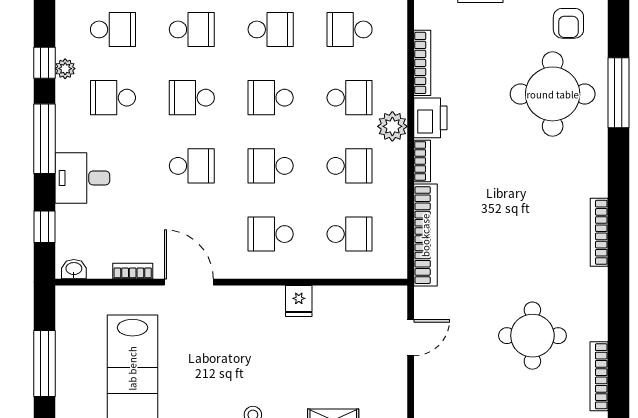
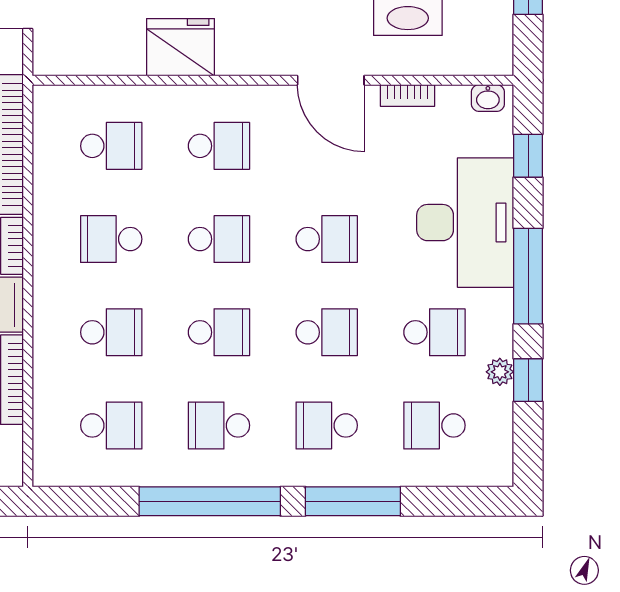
school desk: (350, 98) -> (111, 332), turned 180
plant: (392, 126) -> (53, 293), removed
school desk: (192, 166) -> (327, 239), turned 180
desk: (82, 178) -> (465, 223), width x1.87, depth x1.30
school desk: (350, 234) -> (111, 146), turned 180
fridge: (299, 301) -> (181, 47), width x1.88, depth x1.34

